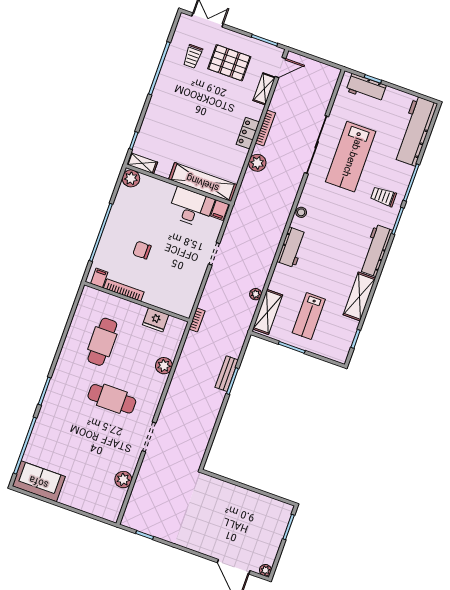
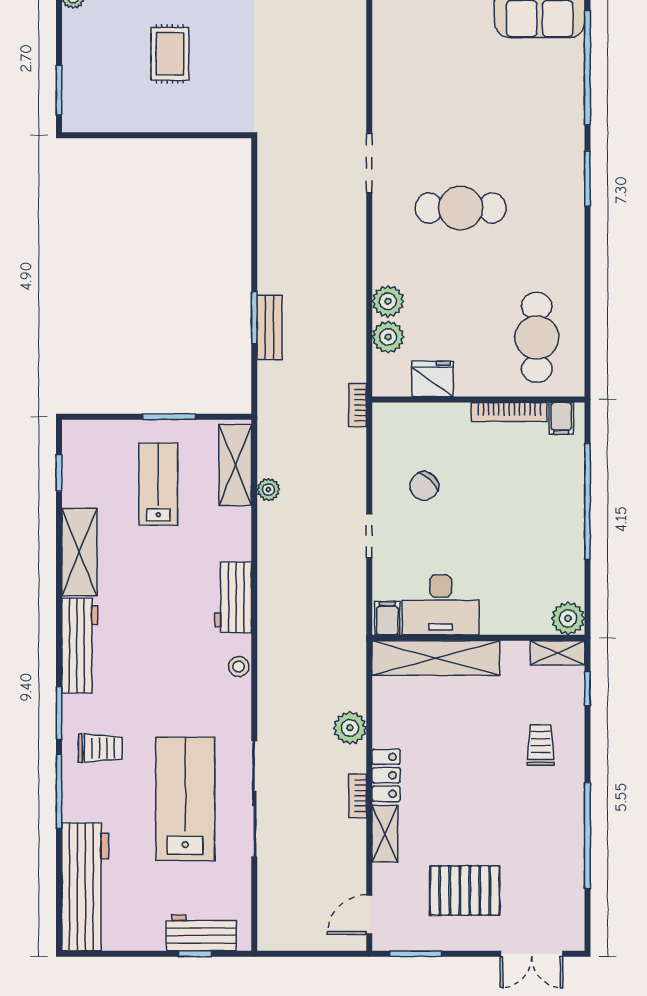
trolley: (193, 56) -> (541, 745), moved
shelving: (264, 89) -> (385, 834), moved
bookcase: (265, 128) -> (358, 796), width x0.64
chair: (142, 250) -> (424, 486), moved, turned 132
cafe table: (102, 342) -> (537, 337), moved
plant: (123, 480) -> (388, 337), moved
rug: (228, 525) -> (170, 54), added

